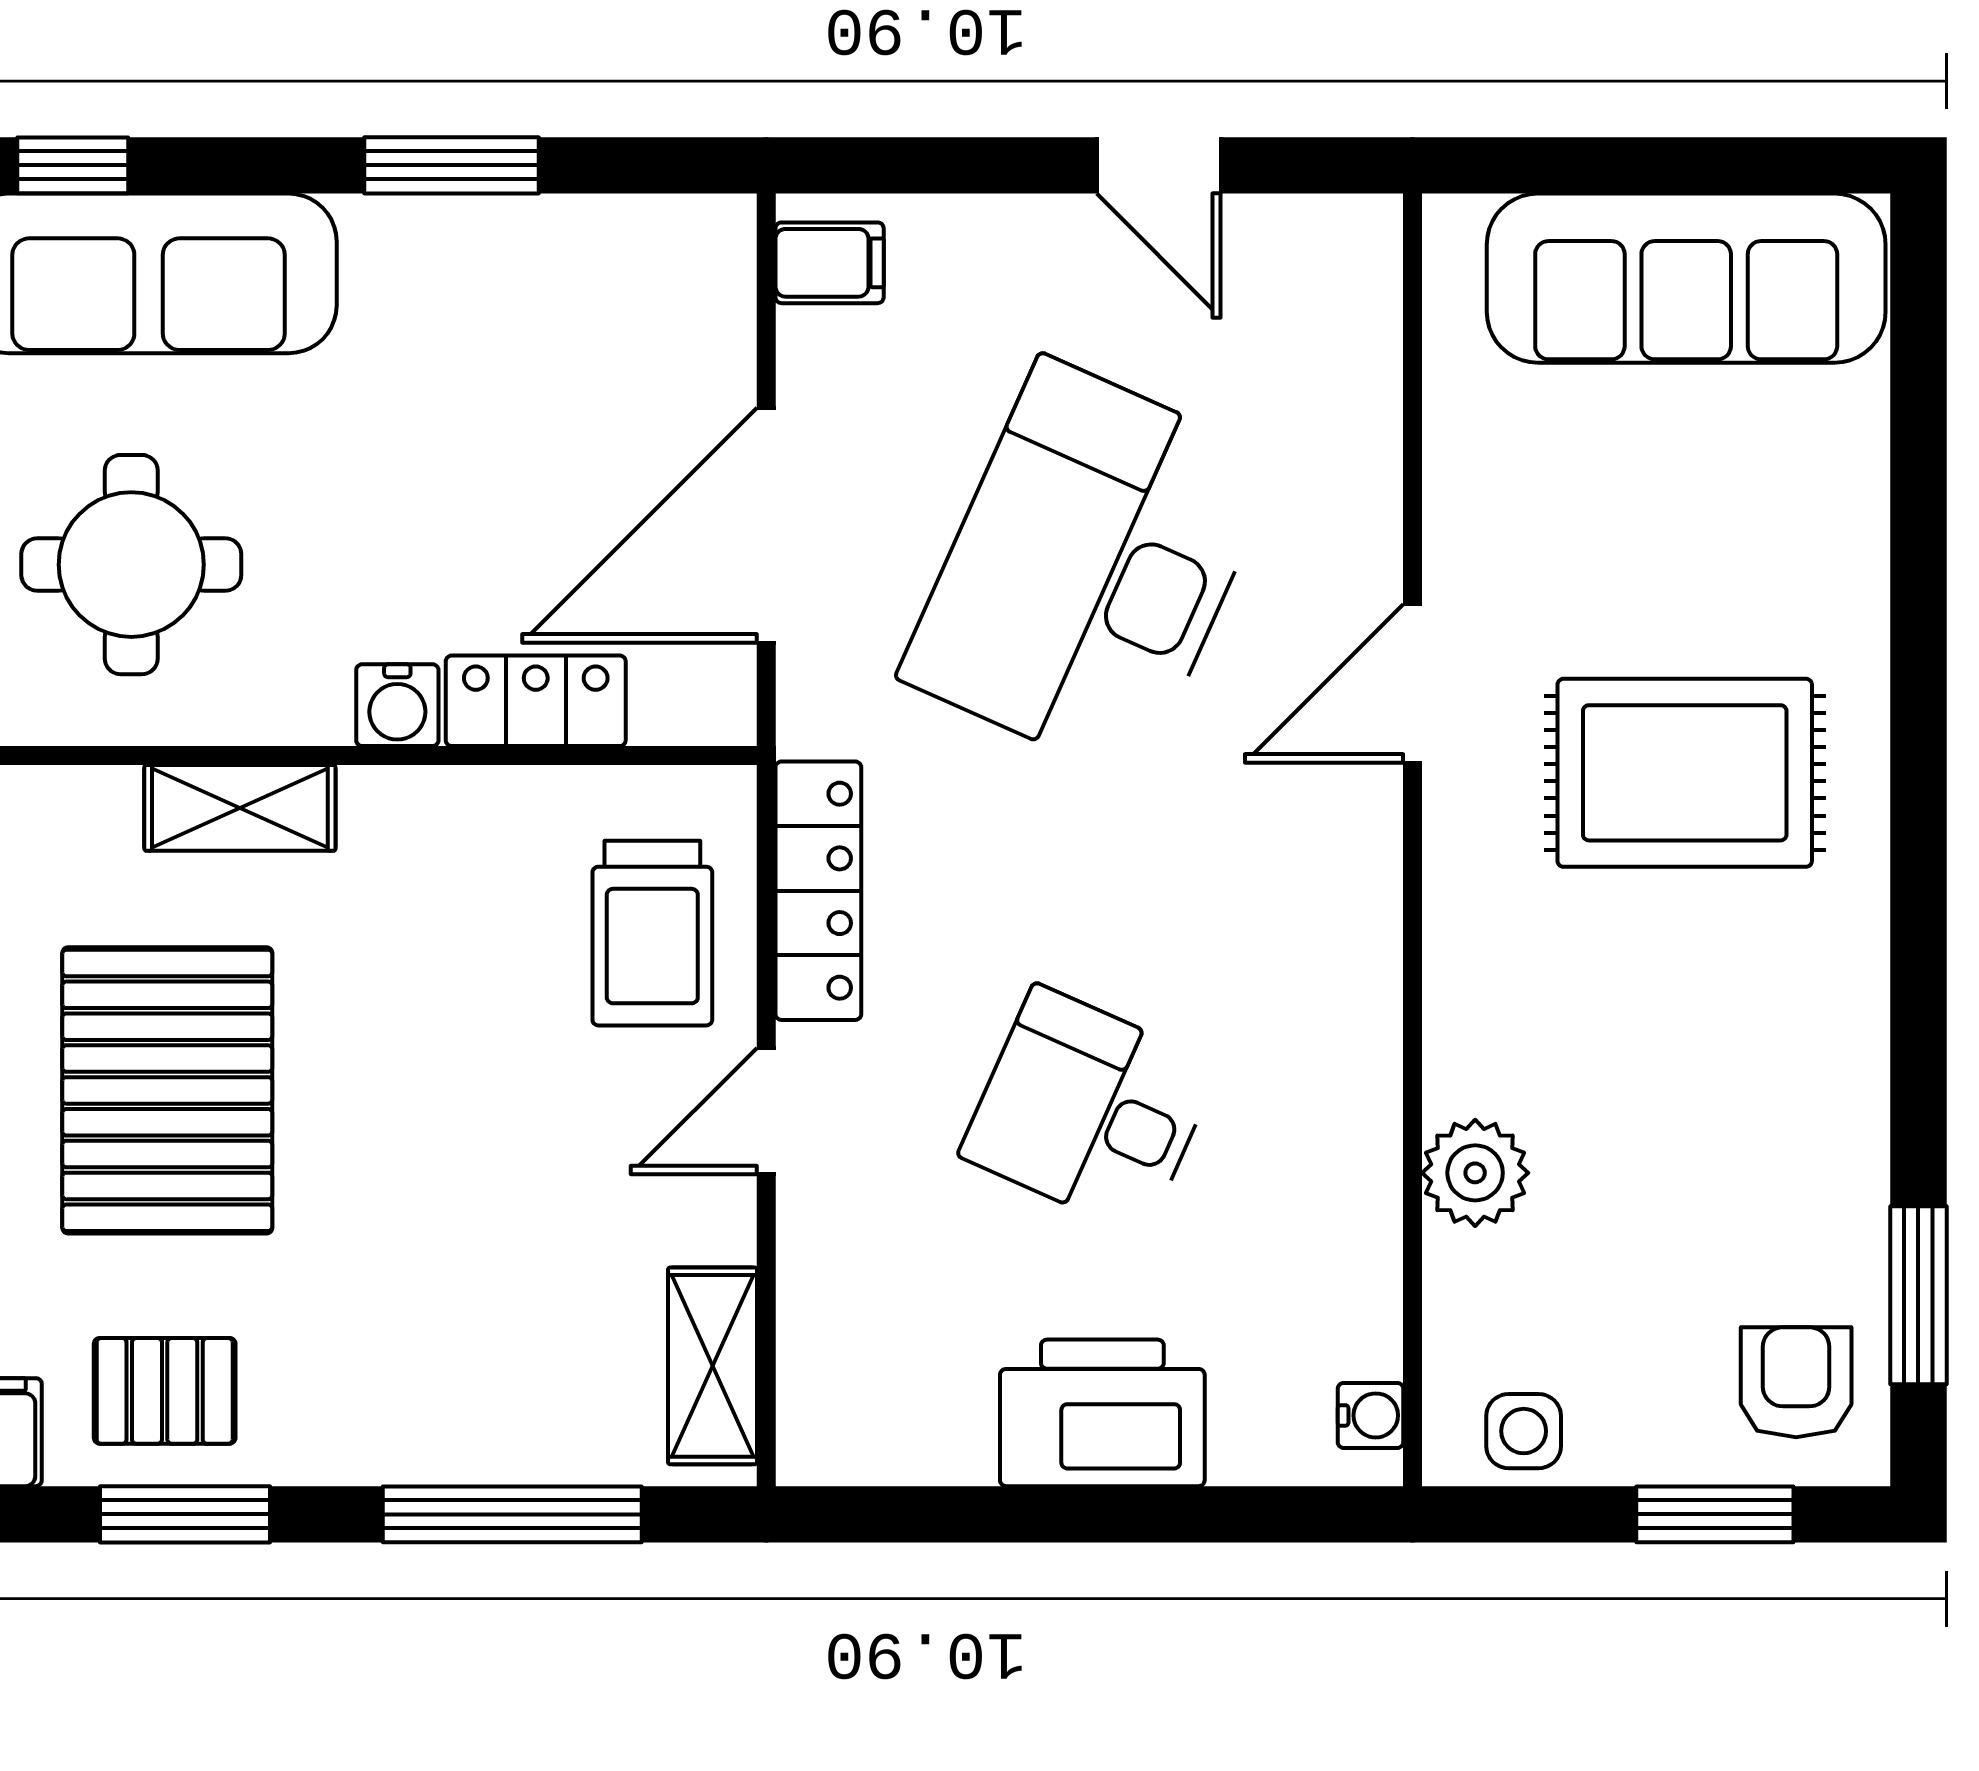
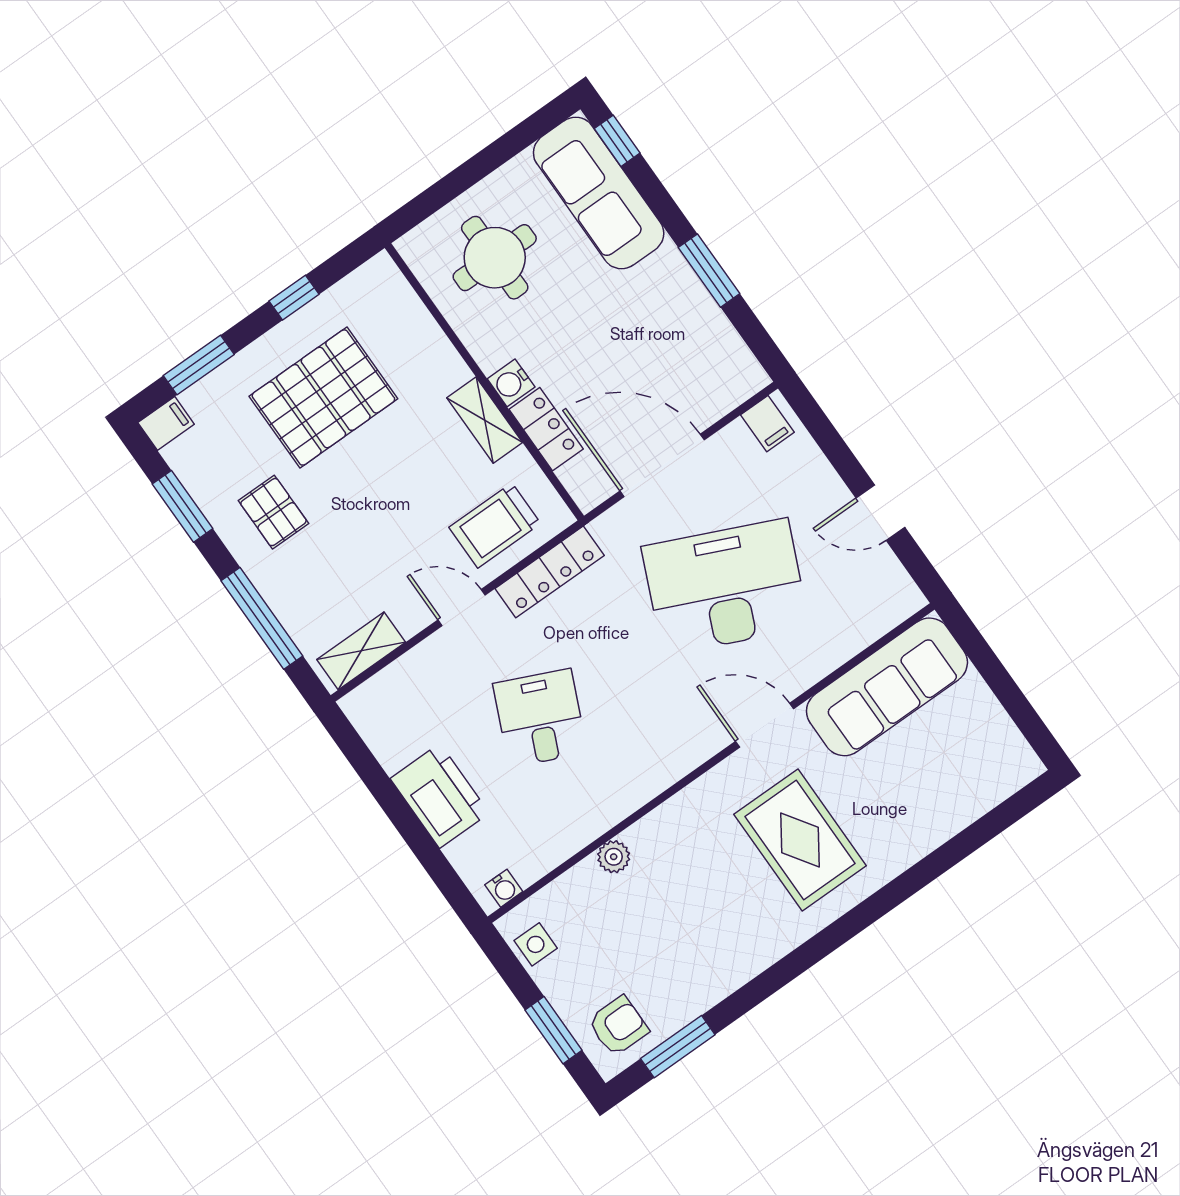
door: (1159, 165) -> (880, 513), hinge flipped
sofa: (1686, 278) -> (887, 687), moved, turned -90
shelving: (240, 808) -> (485, 420), moved
plant: (1475, 1173) -> (614, 857), width x0.73, depth x0.73
pallet: (165, 1391) -> (273, 512), moved

